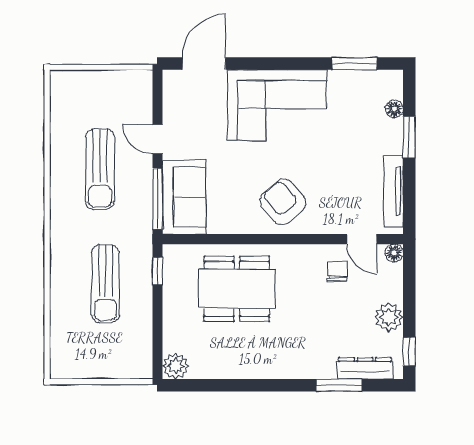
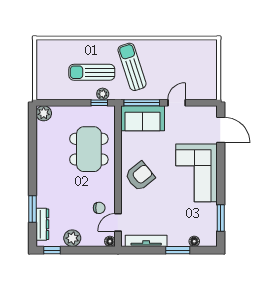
sun lounger: (100, 169) -> (132, 67), moved, turned 72
plant: (143, 265) -> (103, 94), added

